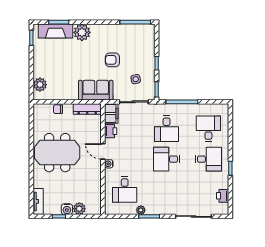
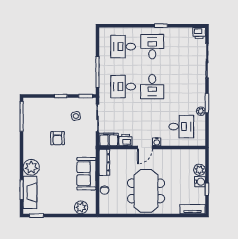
sofa: (96, 90) -> (86, 174), moved
desk: (167, 129) -> (123, 87), turned 180
printer: (223, 196) -> (199, 33), moved

